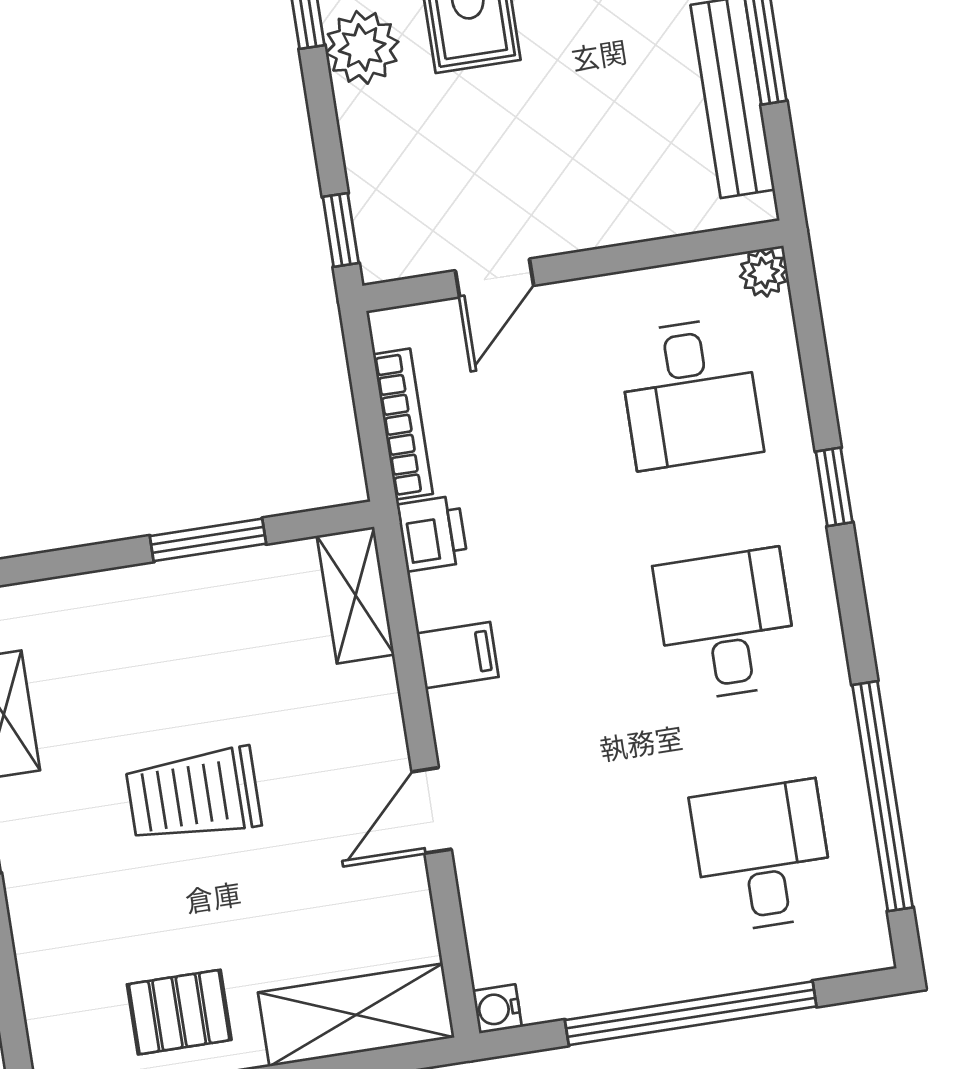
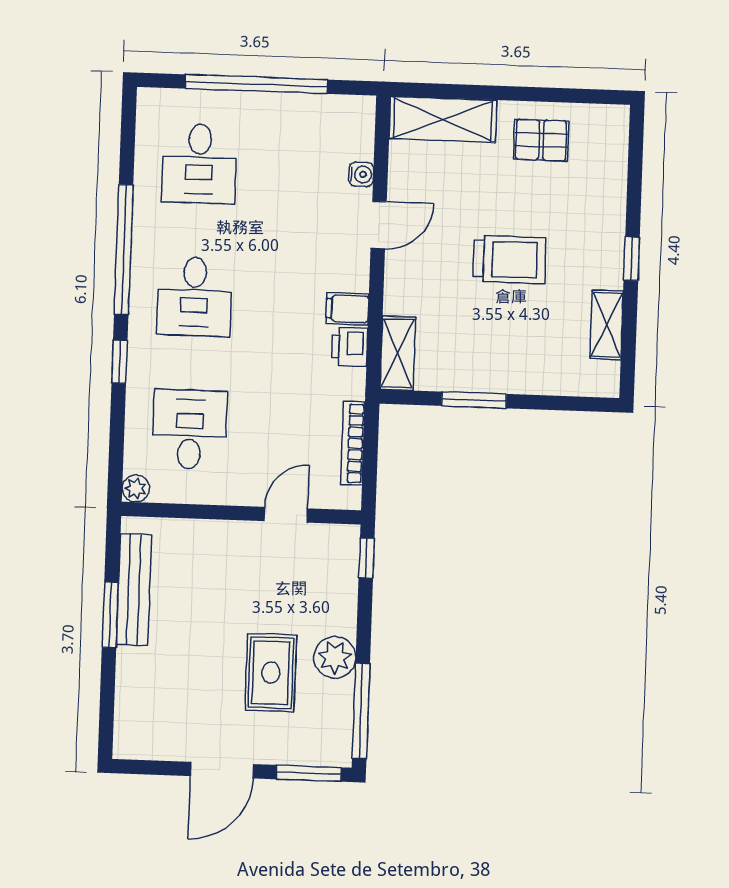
printer: (432, 533) -> (350, 347), moved
window: (883, 796) -> (124, 250), moved
water cooler: (497, 1009) -> (361, 174), moved

